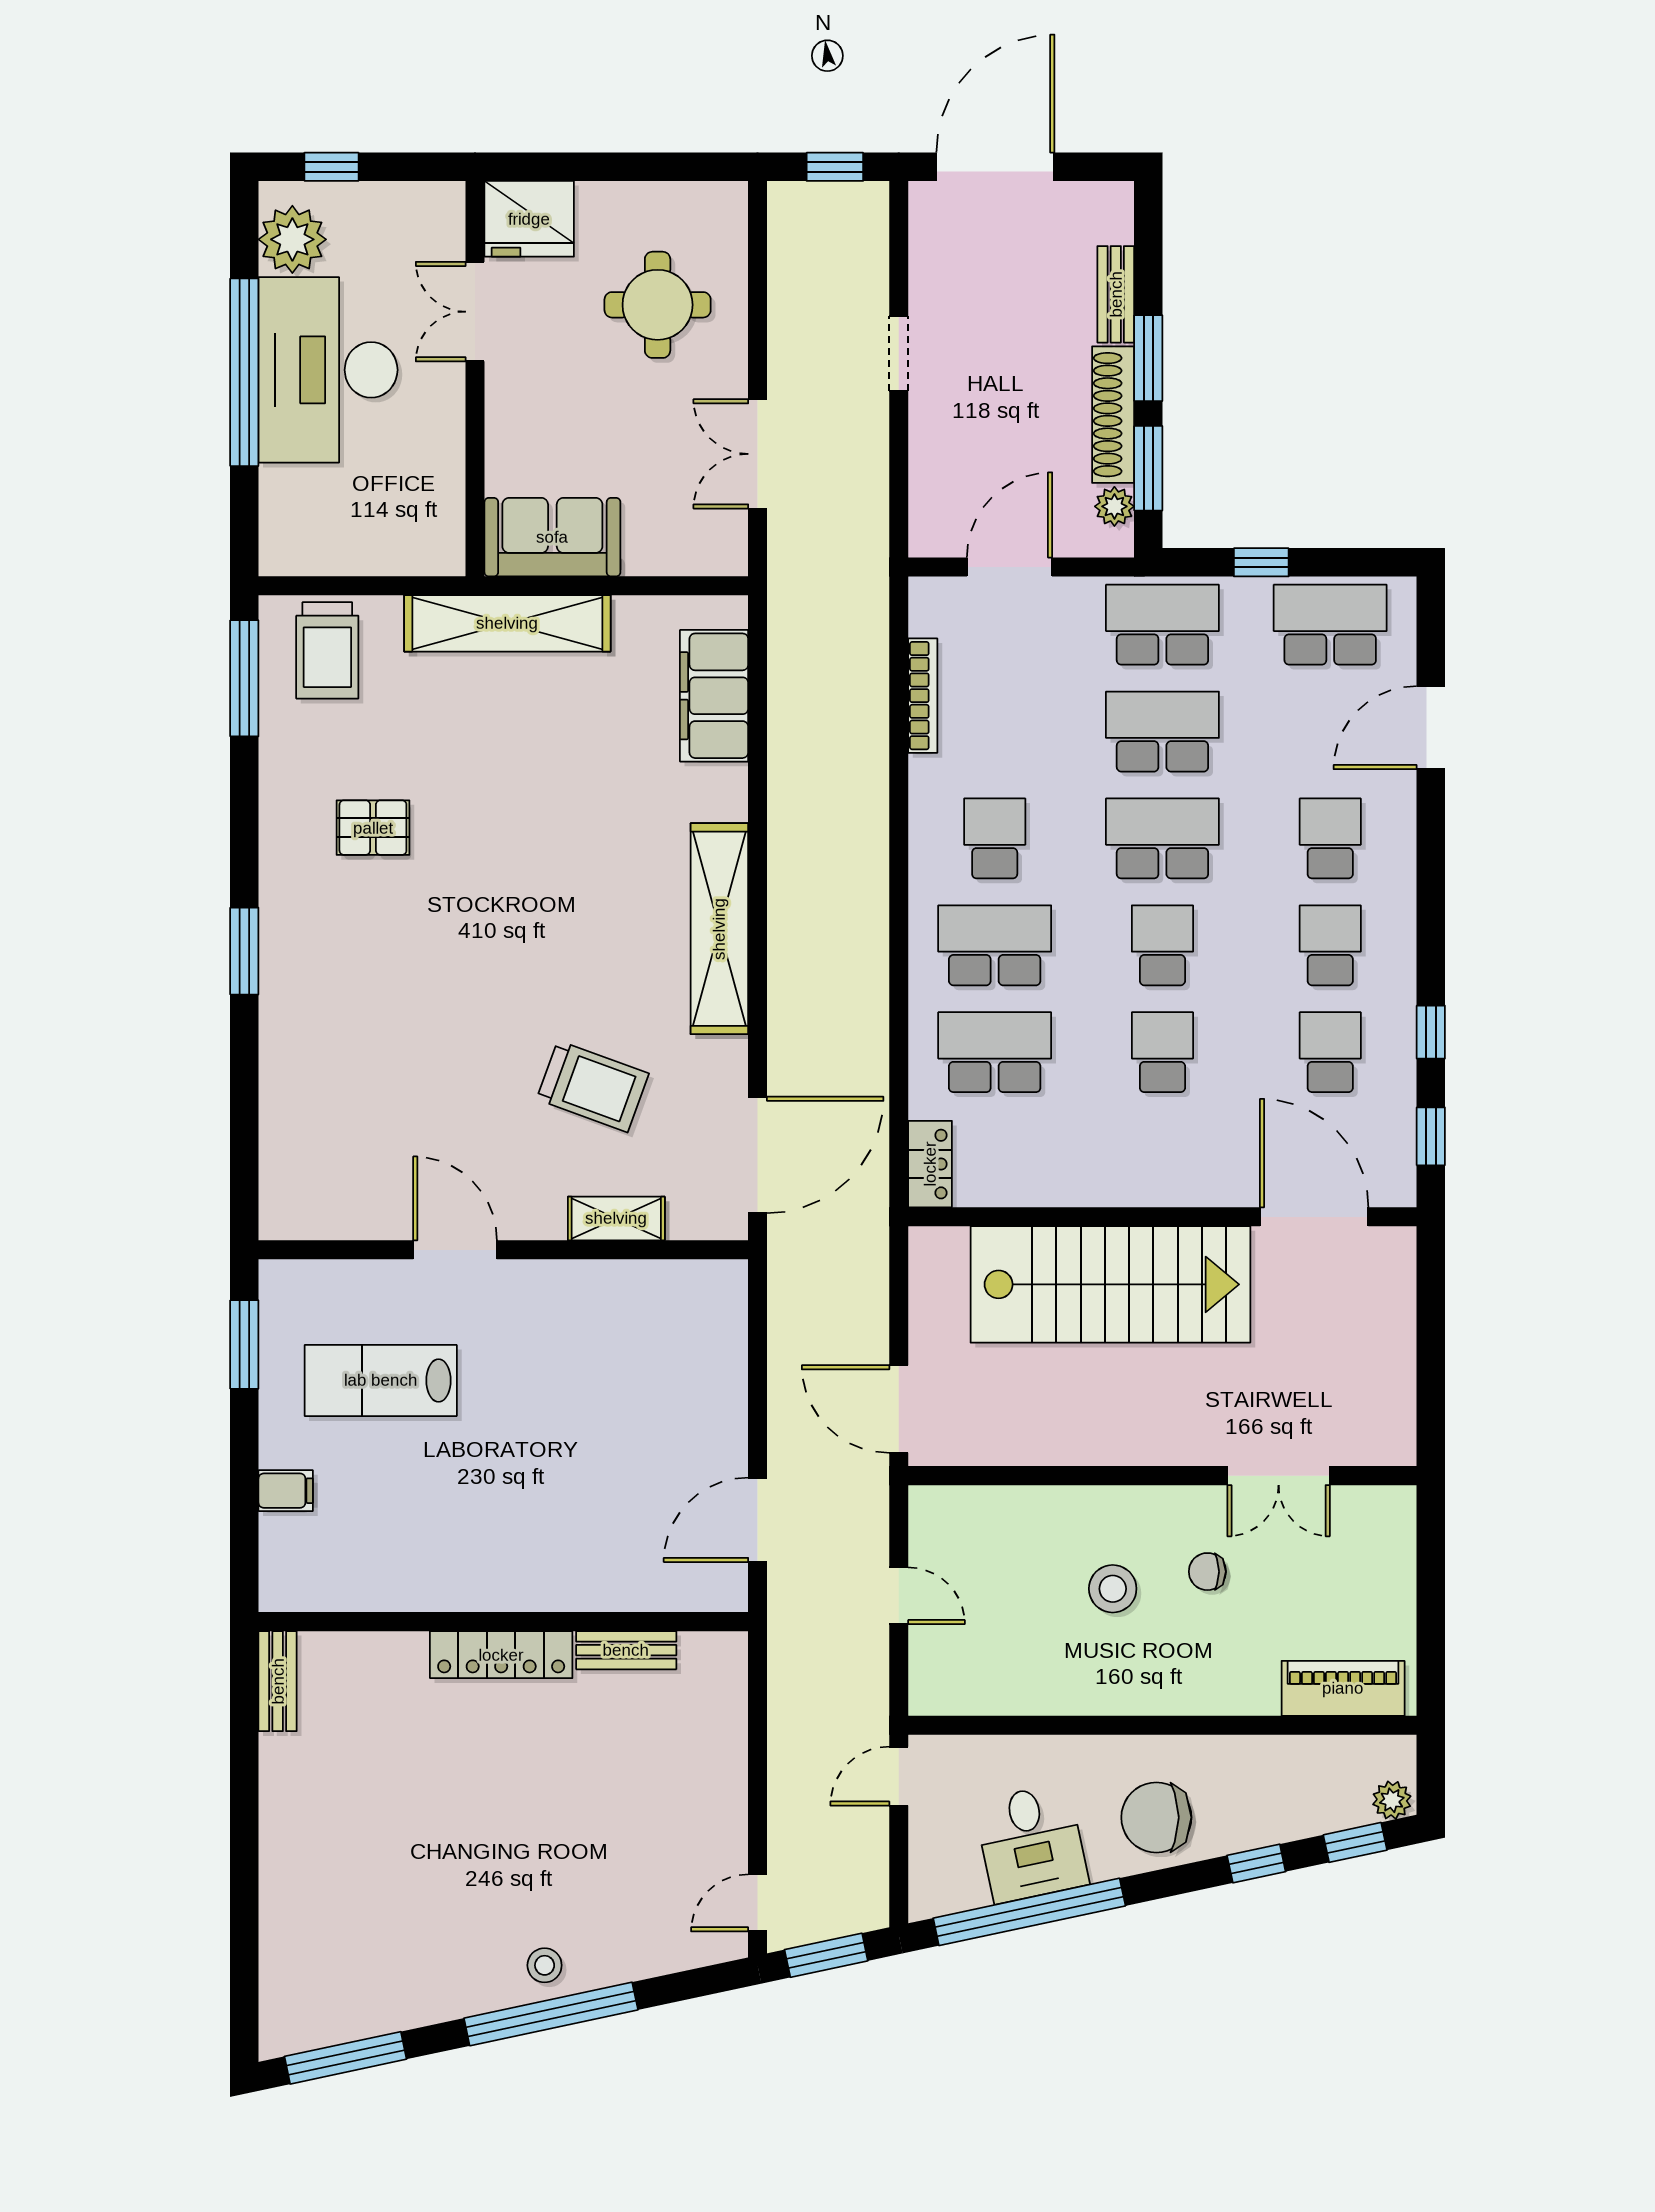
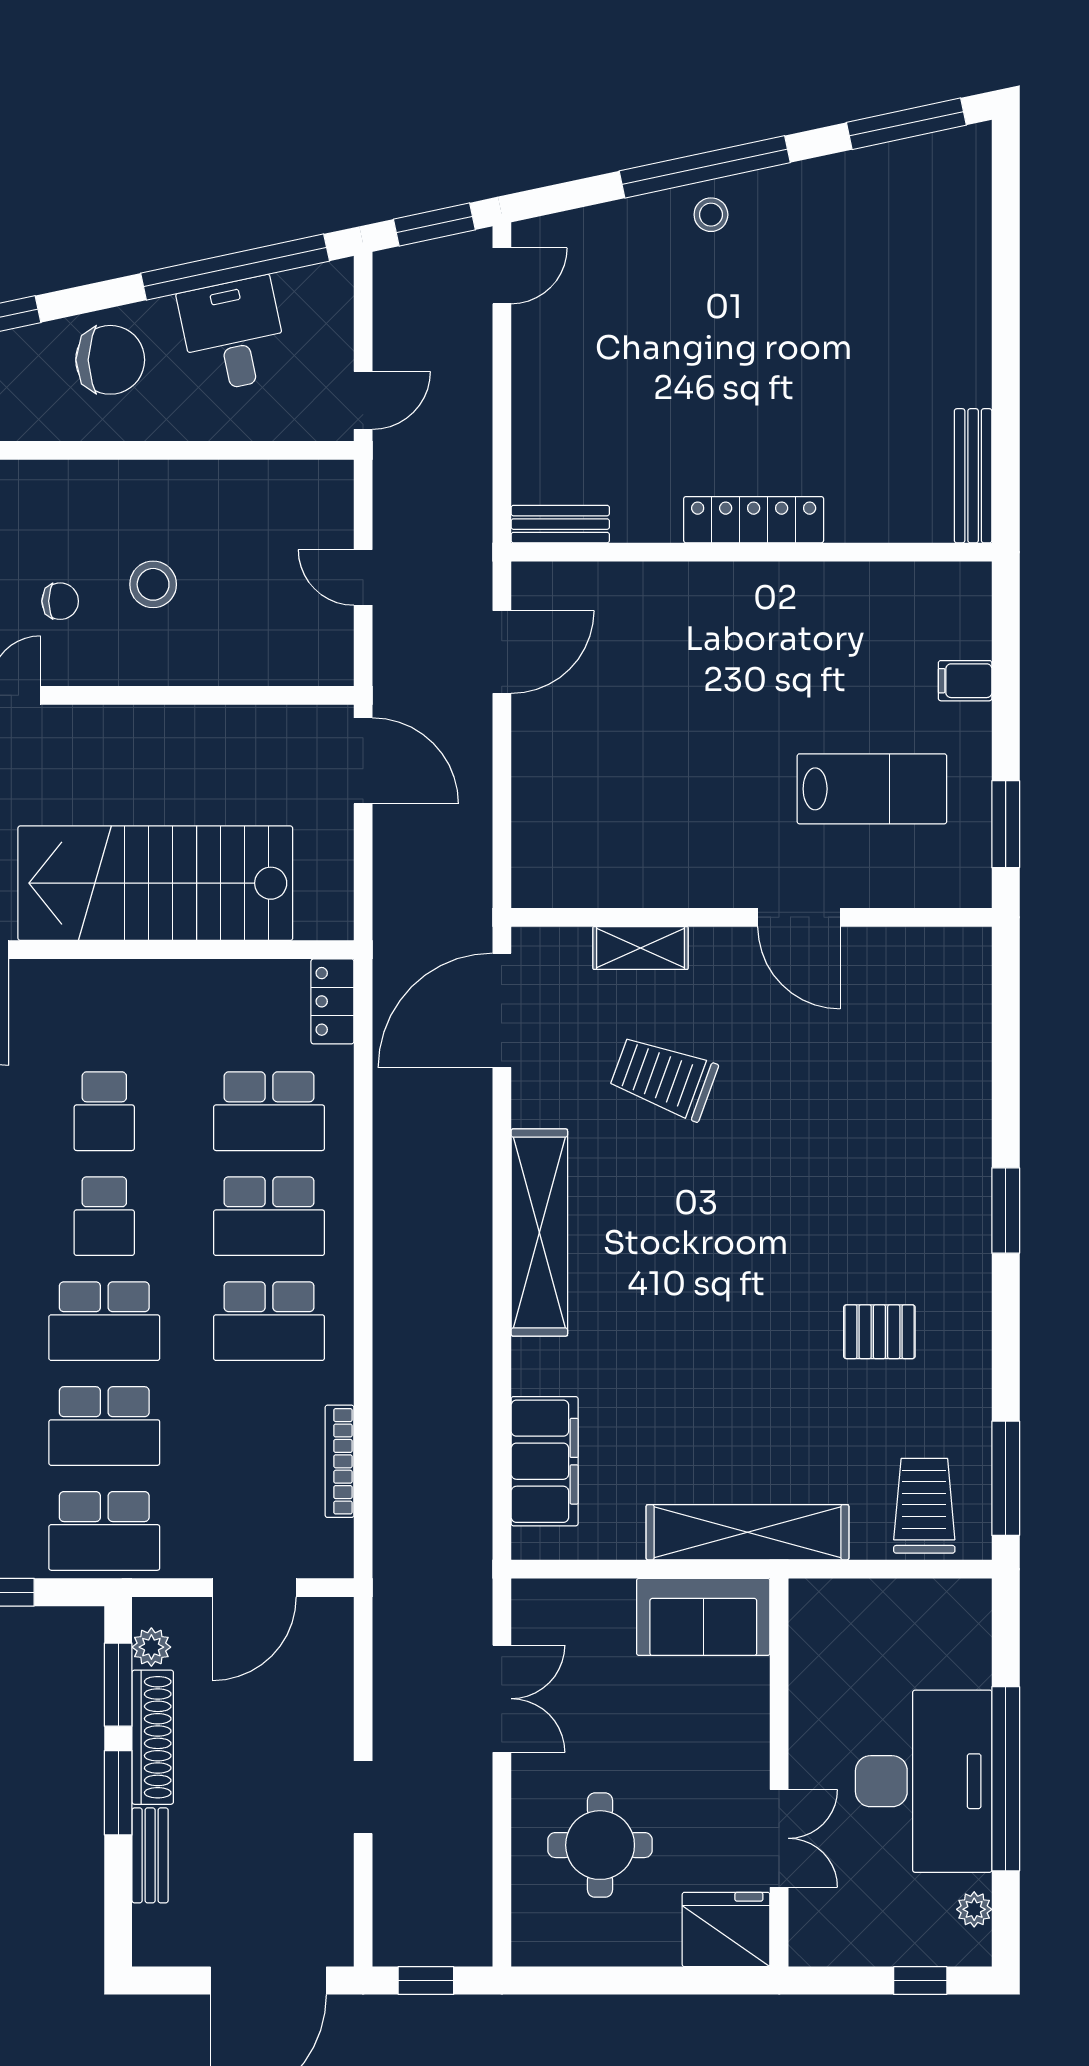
plant: (292, 239) -> (974, 1909), width x0.53, depth x0.53
school desk: (995, 838) -> (269, 1321), width x1.85
bench: (626, 1650) -> (560, 524), moved
bench: (278, 1681) -> (973, 476), width x1.36

